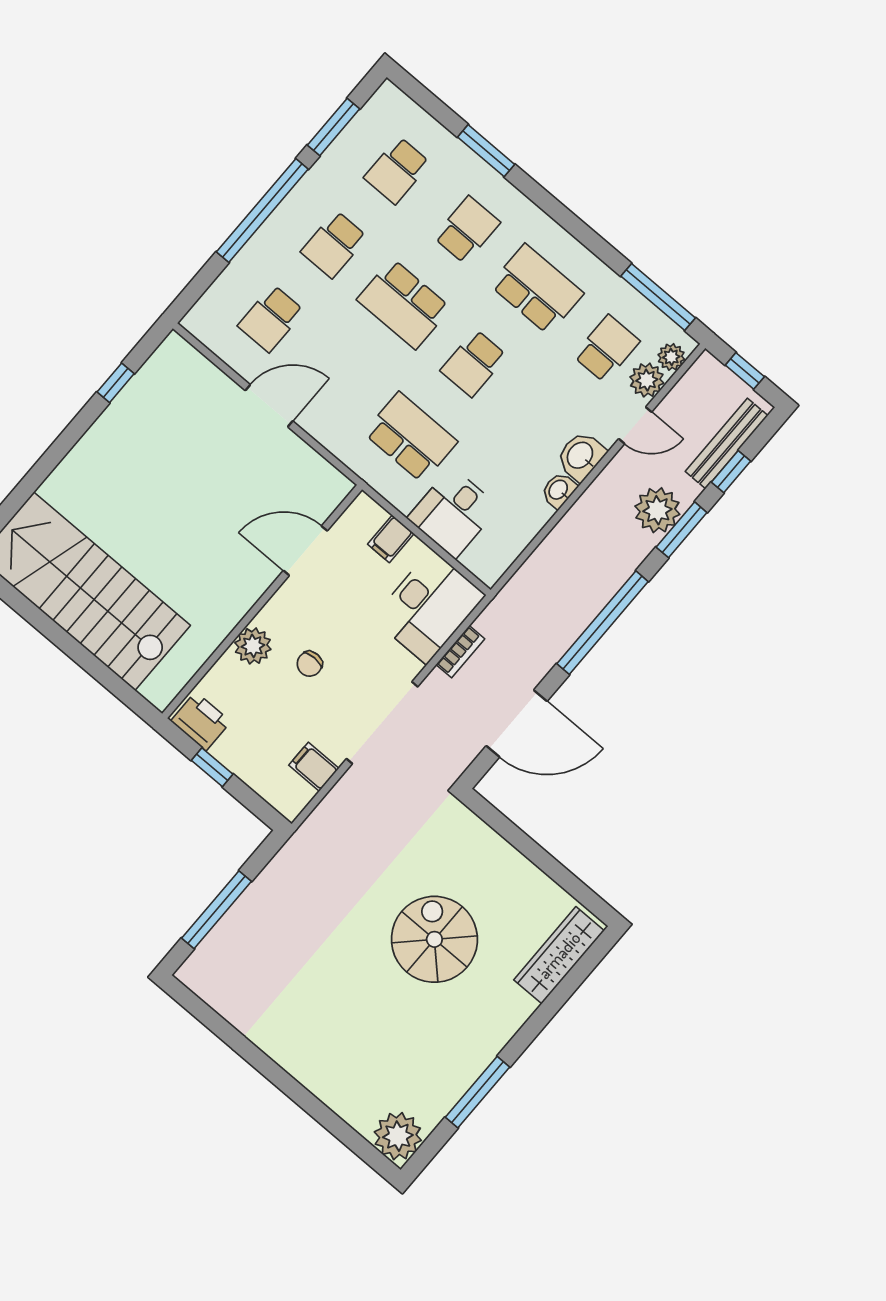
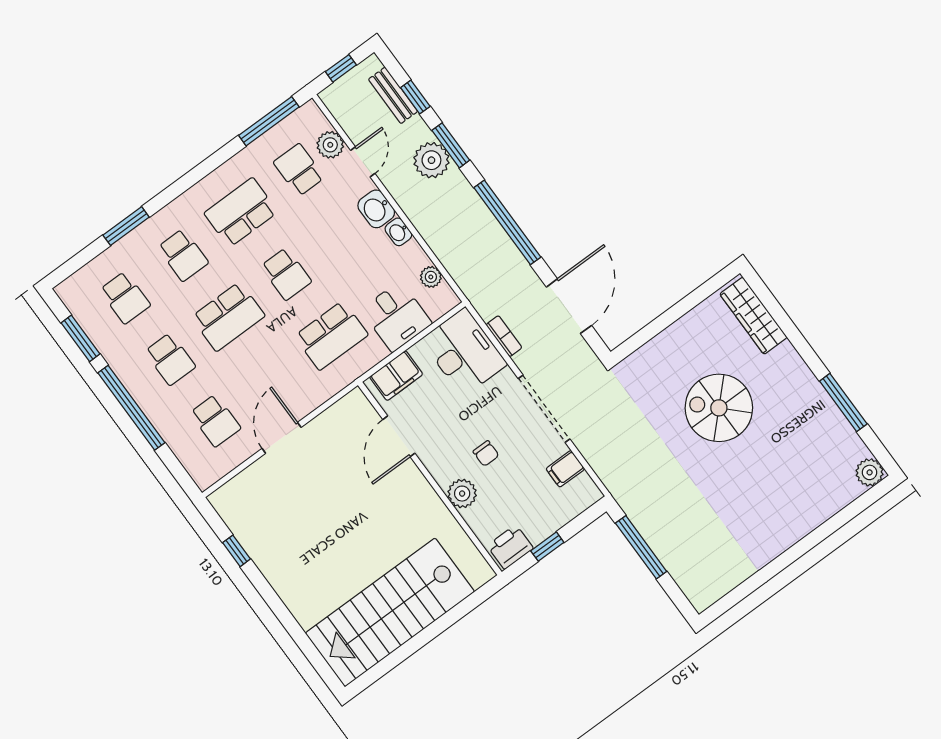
school desk: (467, 230) -> (183, 255), turned 180
plant: (671, 357) -> (431, 277), moved
school desk: (411, 437) -> (331, 335), turned 180
bench: (727, 443) -> (393, 95), width x0.73
filing cabinet: (391, 539) -> (396, 376), width x2.00
window: (217, 910) -> (641, 547), moved
plant: (398, 1136) -> (870, 472), width x0.73, depth x0.73

